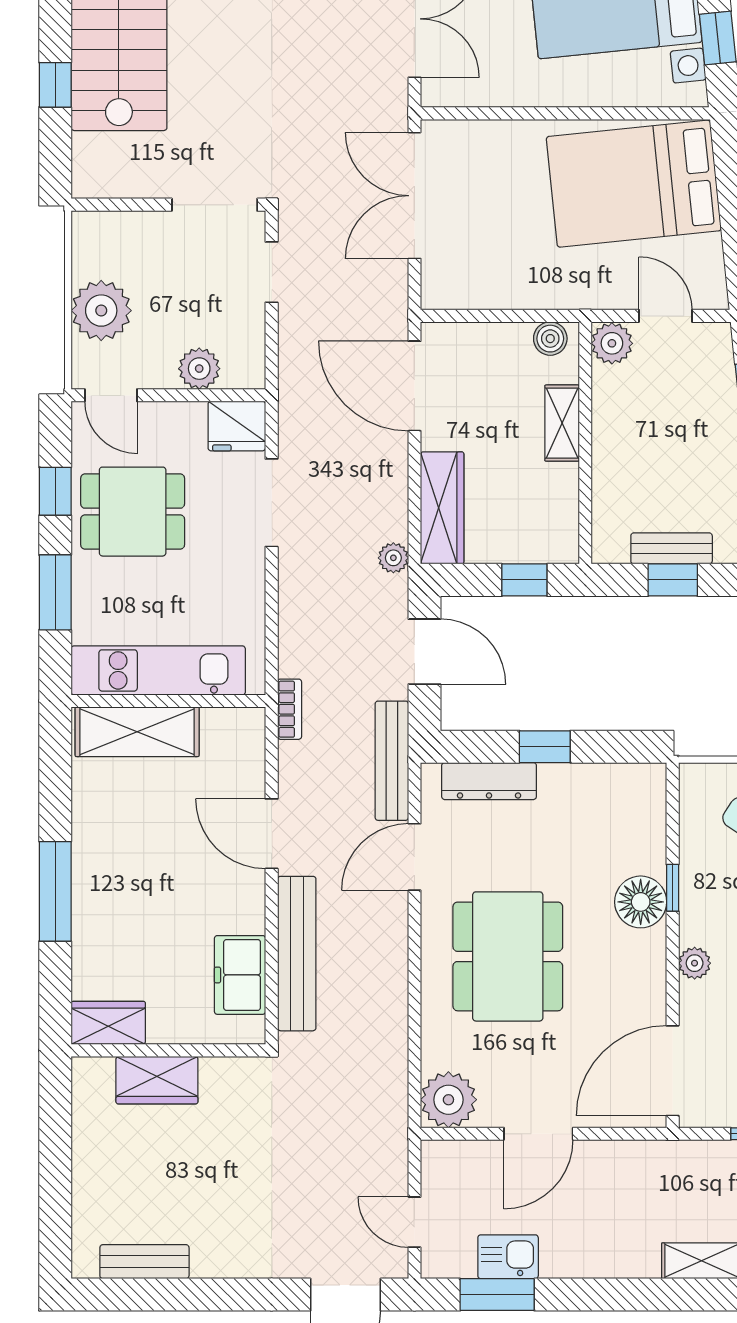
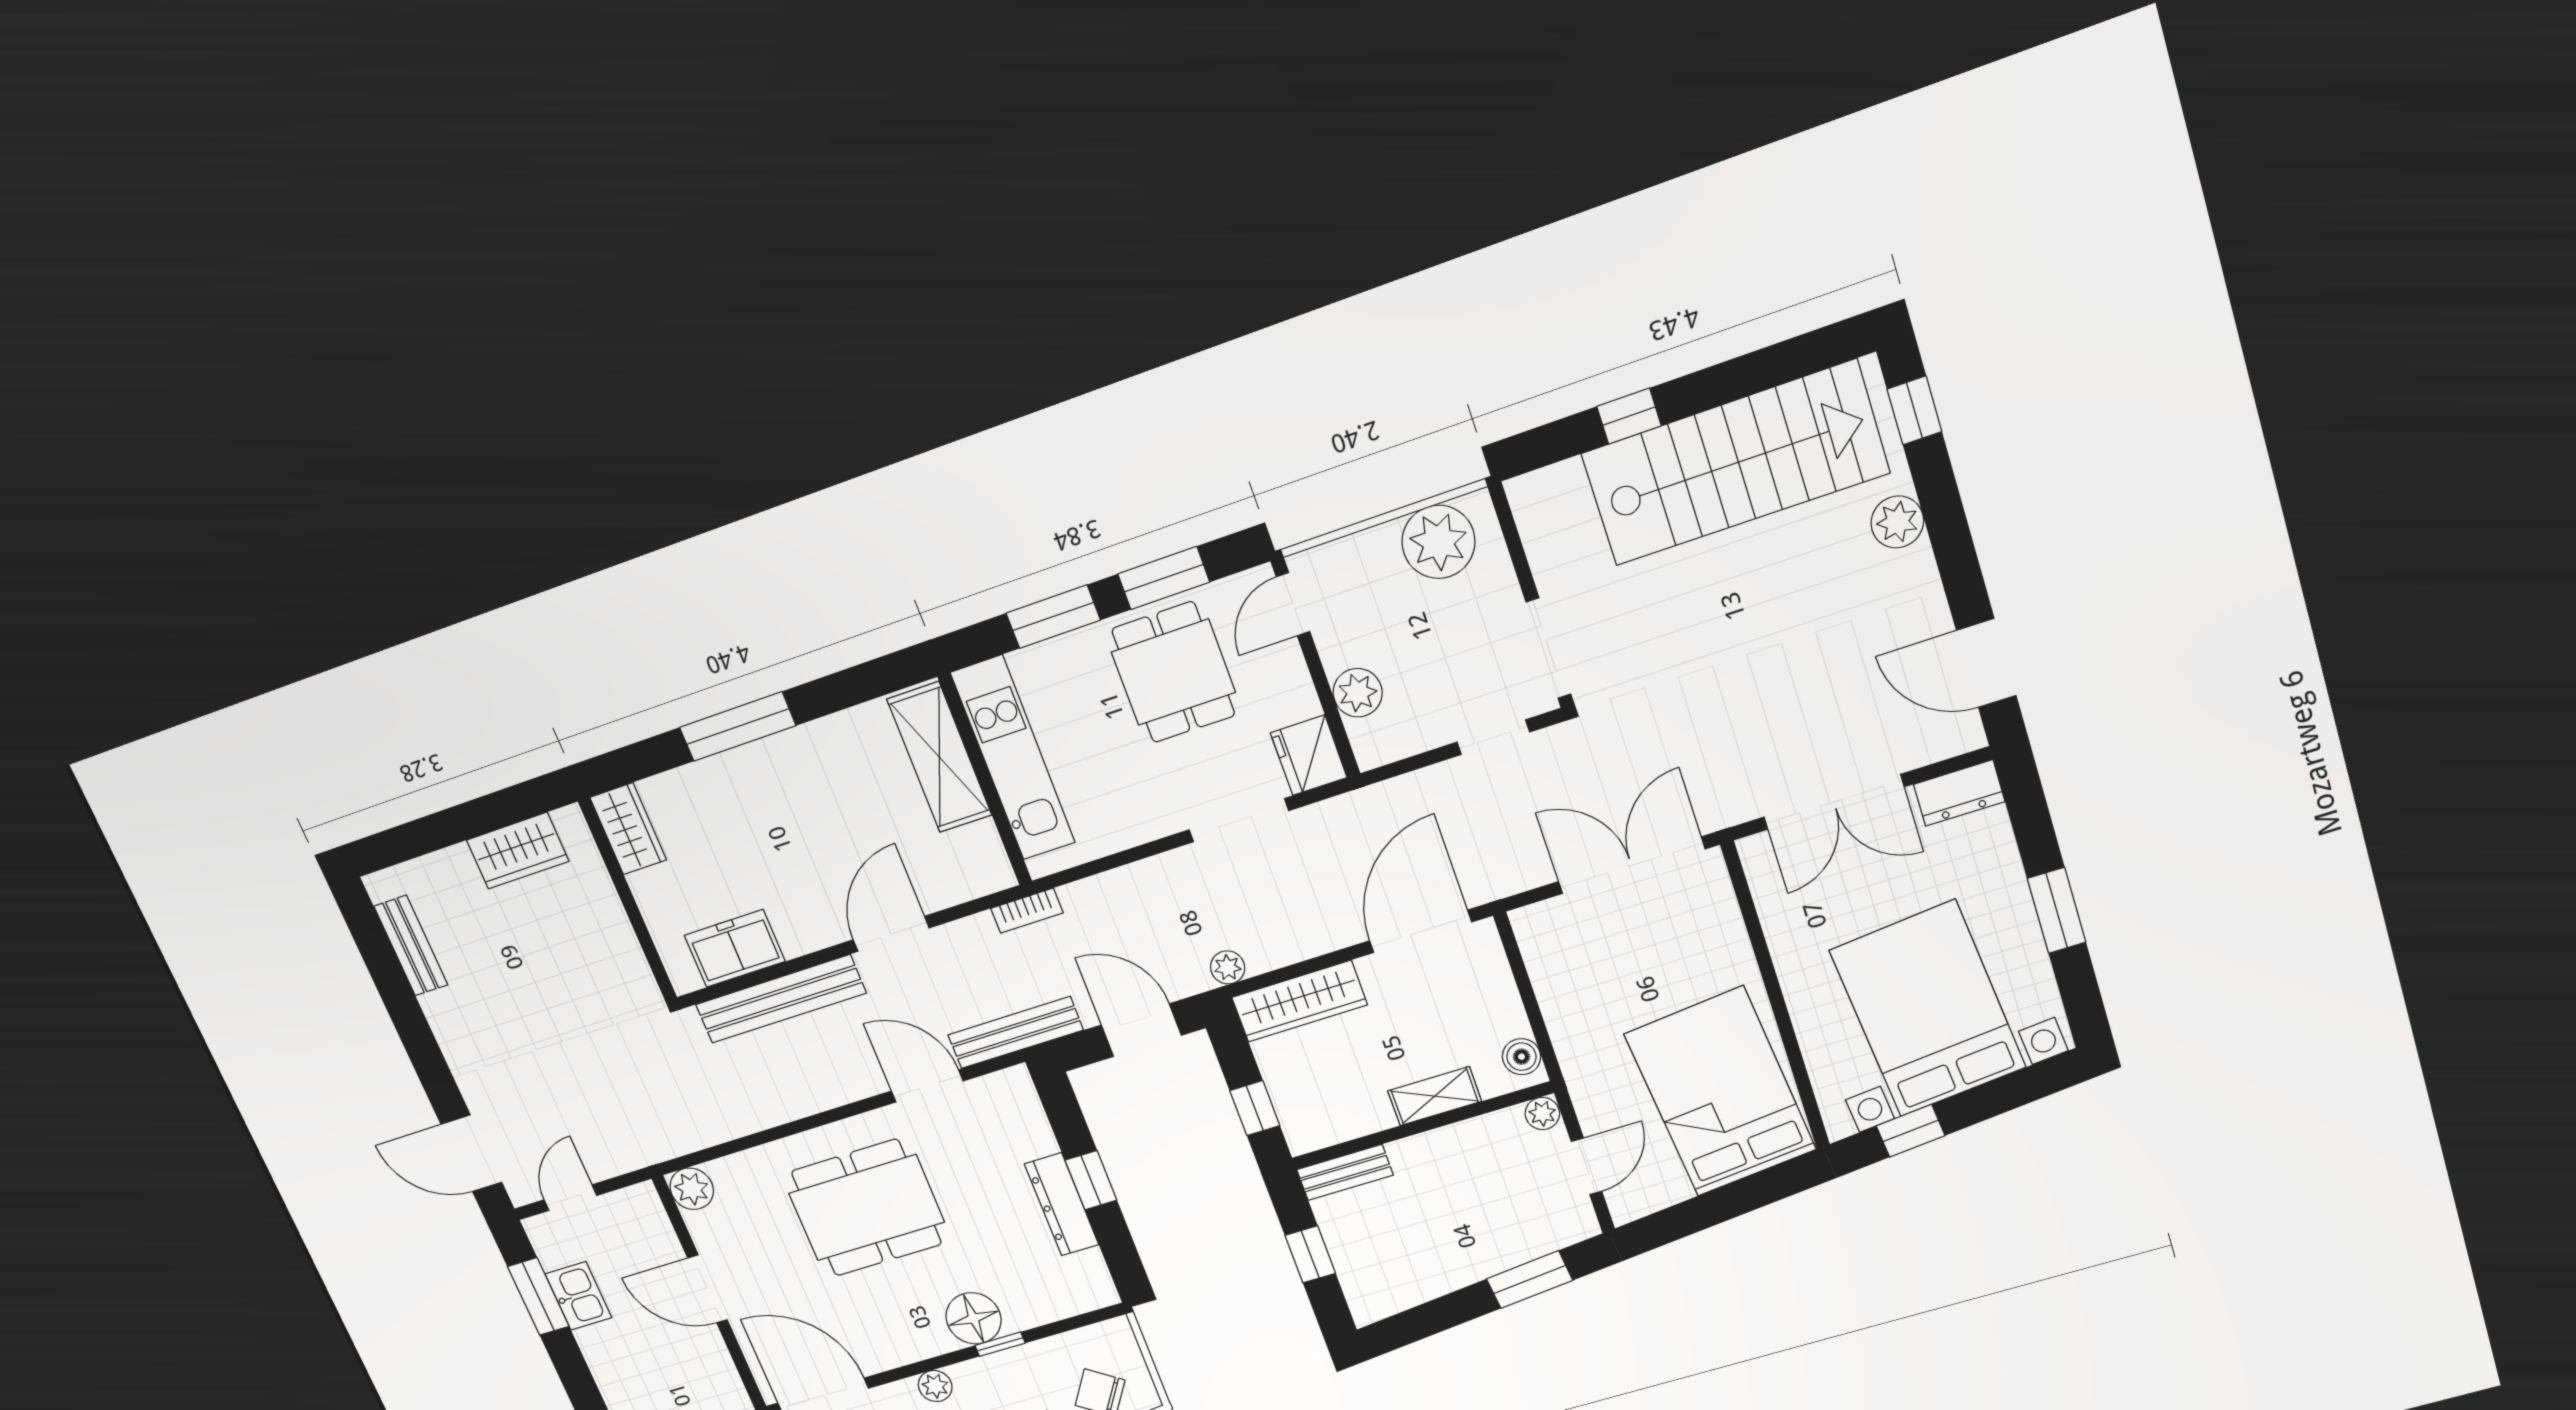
plant: (101, 311) -> (1438, 542), moved
plant: (612, 343) -> (1542, 1113), width x0.73, depth x0.73
window: (55, 491) -> (1164, 578), width x1.50
bench: (672, 548) -> (1345, 1172), moved, turned 90
door: (424, 652) -> (1141, 1030), swing flipped
dresser: (489, 781) -> (1062, 1204), moved
wardrobe: (157, 1080) -> (518, 851), moved, turned -90
plant: (448, 1100) -> (692, 1189), width x0.73, depth x0.73

